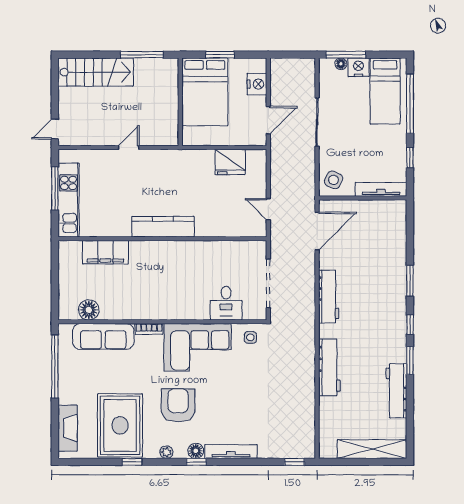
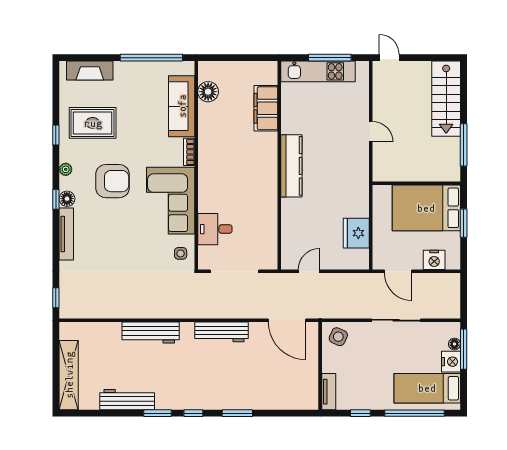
tv unit: (381, 189) -> (329, 392), width x0.71
rug: (120, 425) -> (93, 123), width x0.73, depth x0.69

